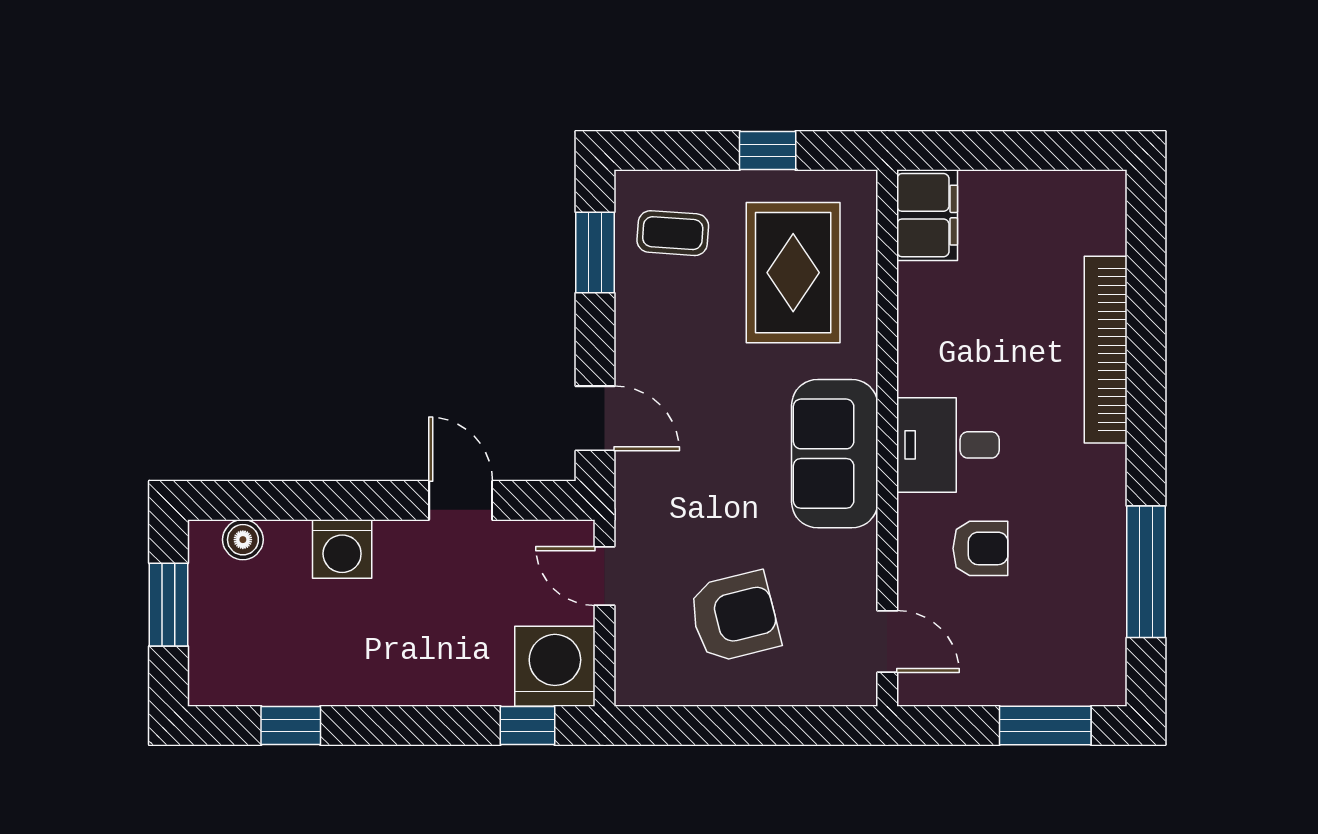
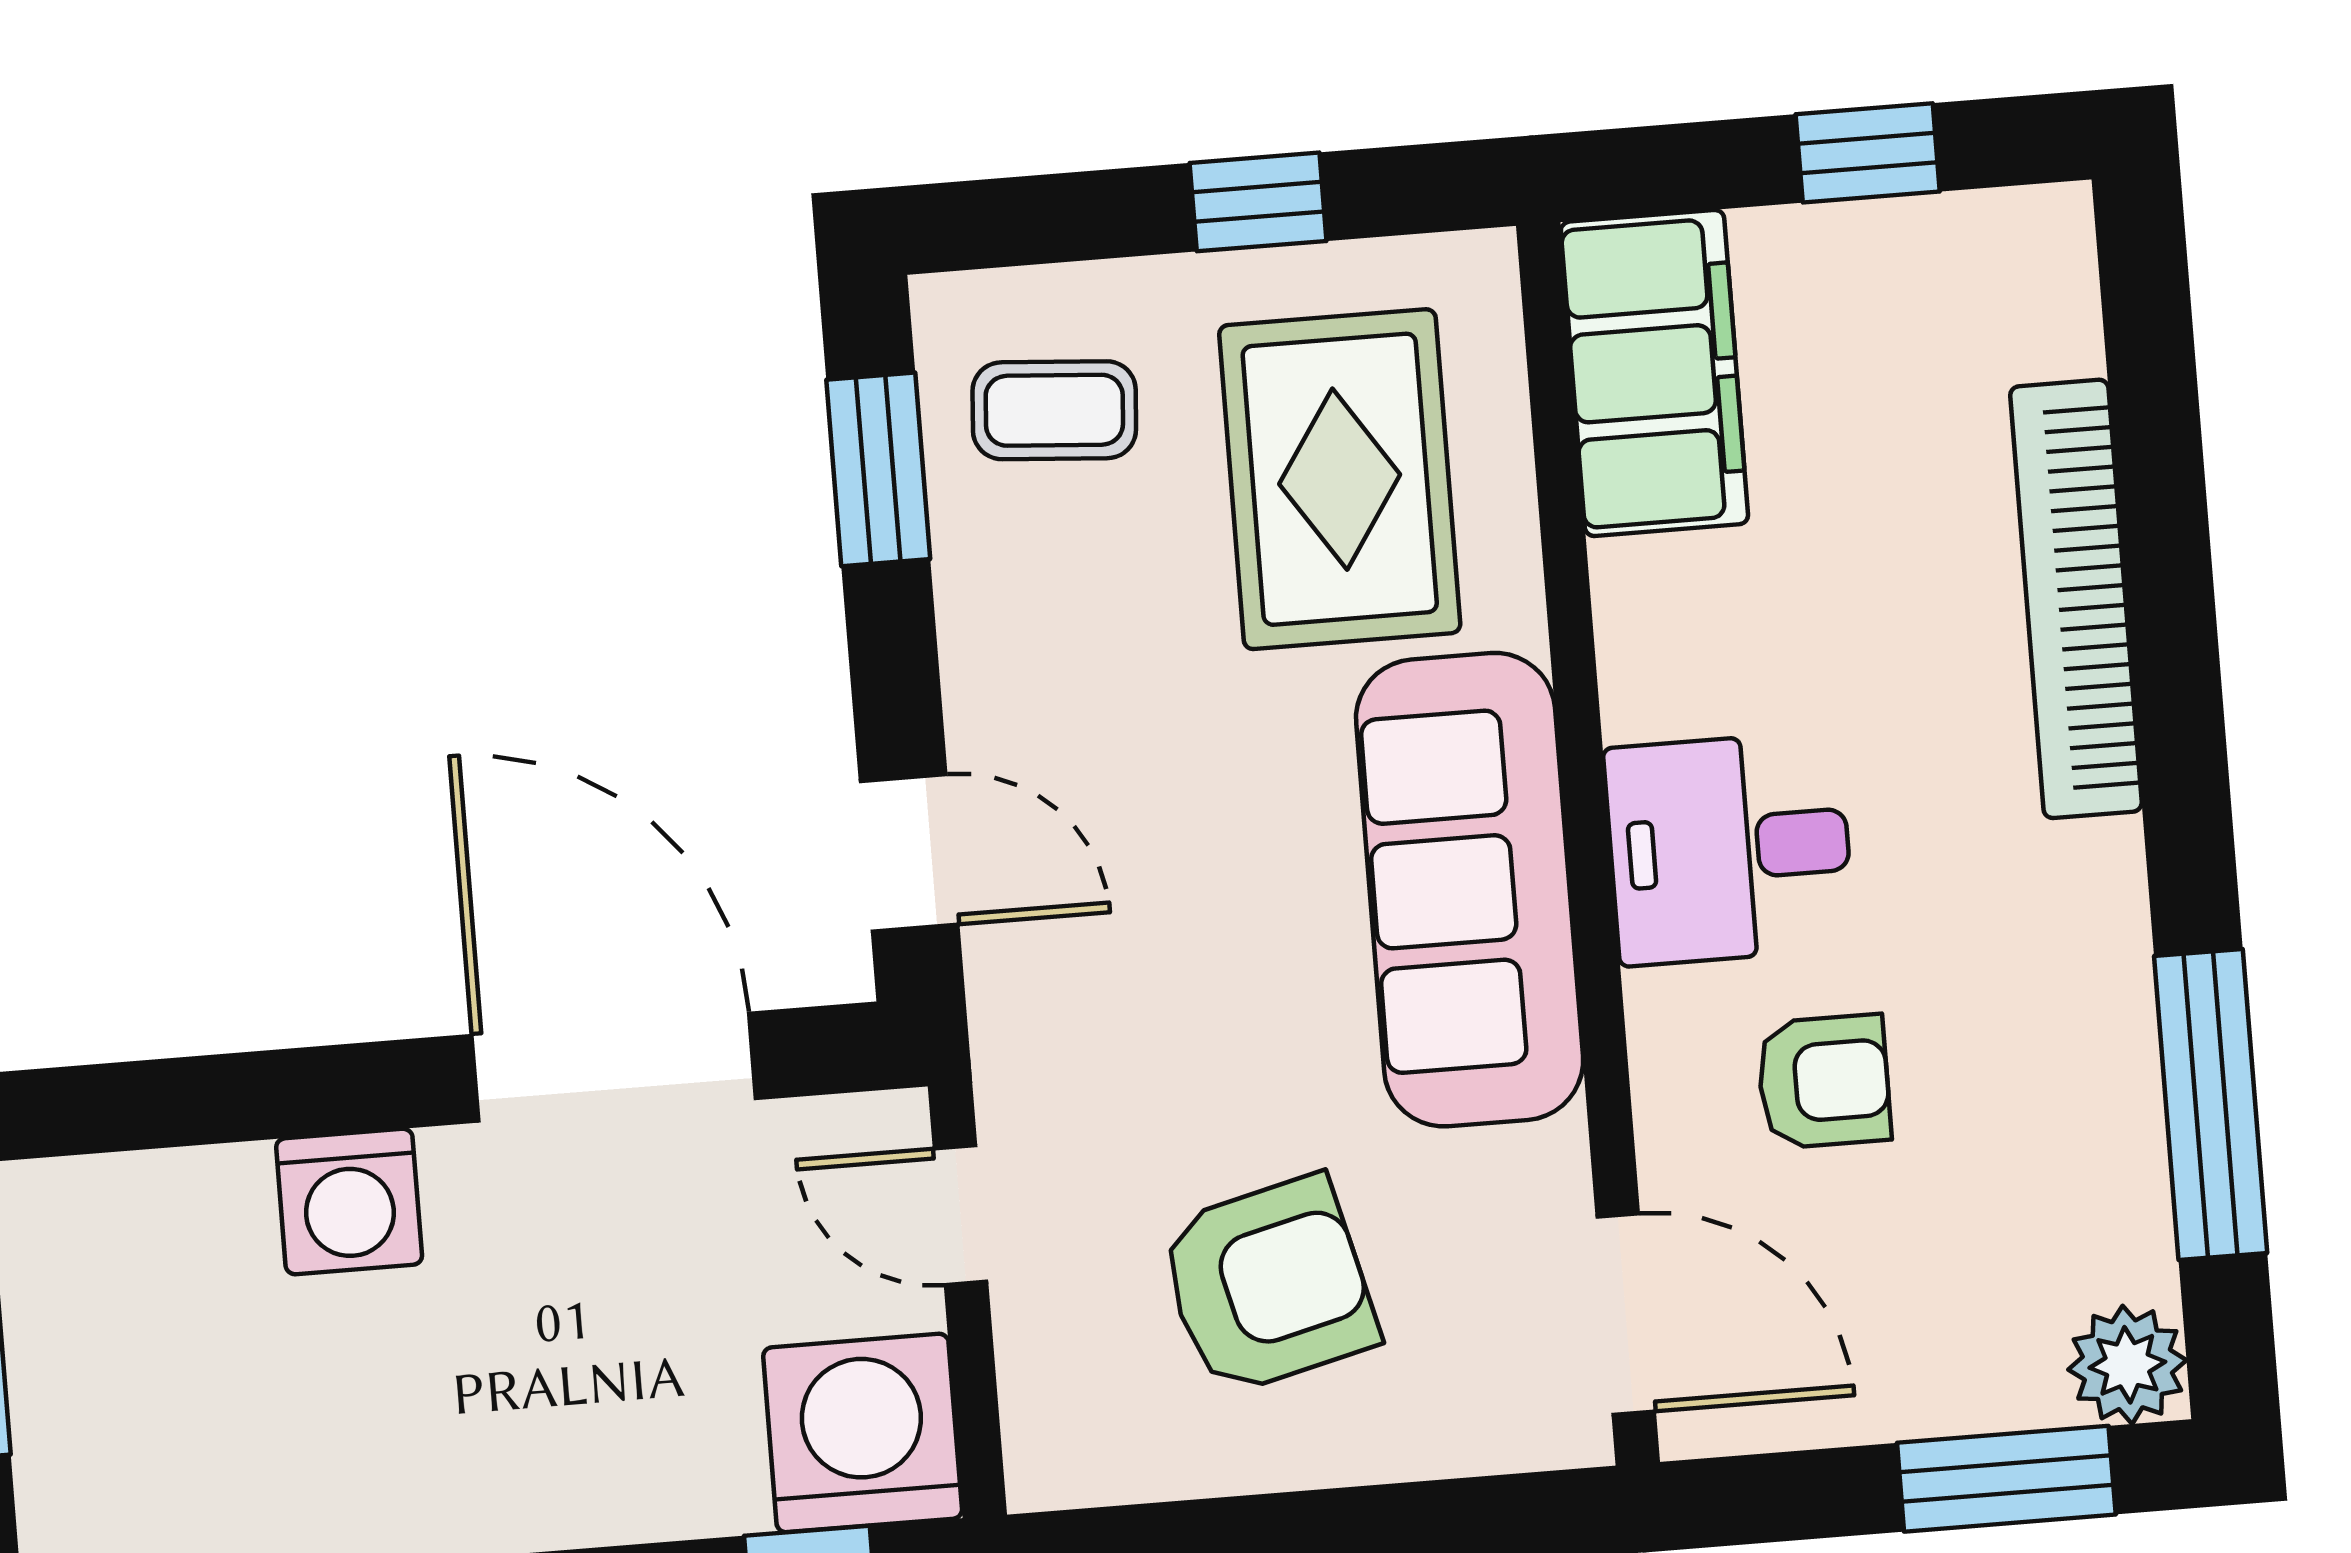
window: (1031, 151) -> (1868, 153), added
filing cabinet: (927, 215) -> (1654, 373), width x1.50, depth x1.17
sofa: (835, 454) -> (1470, 890), width x1.36
door: (461, 500) -> (614, 1067), width x1.88
boiler: (243, 540) -> (118, 1198), removed
door: (887, 642) -> (1626, 1314), width x1.38
plant: (1101, 681) -> (2127, 1365), added

